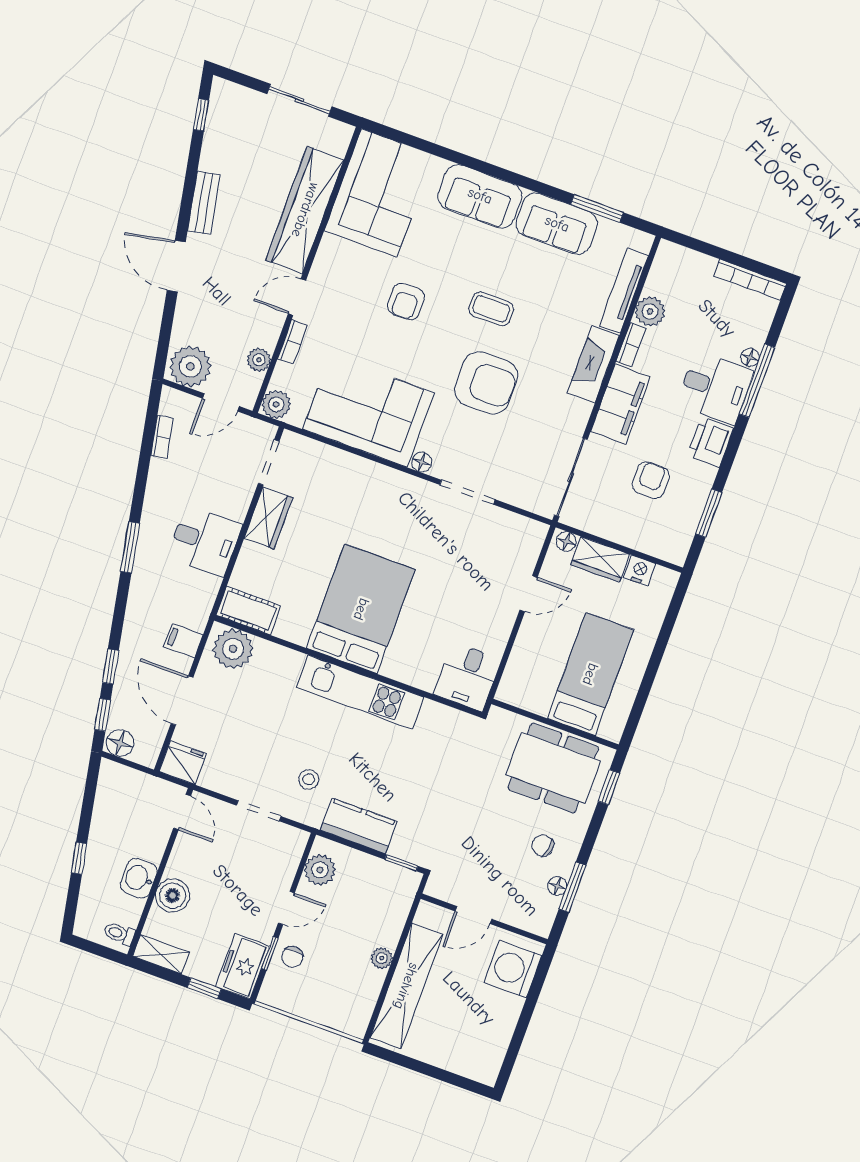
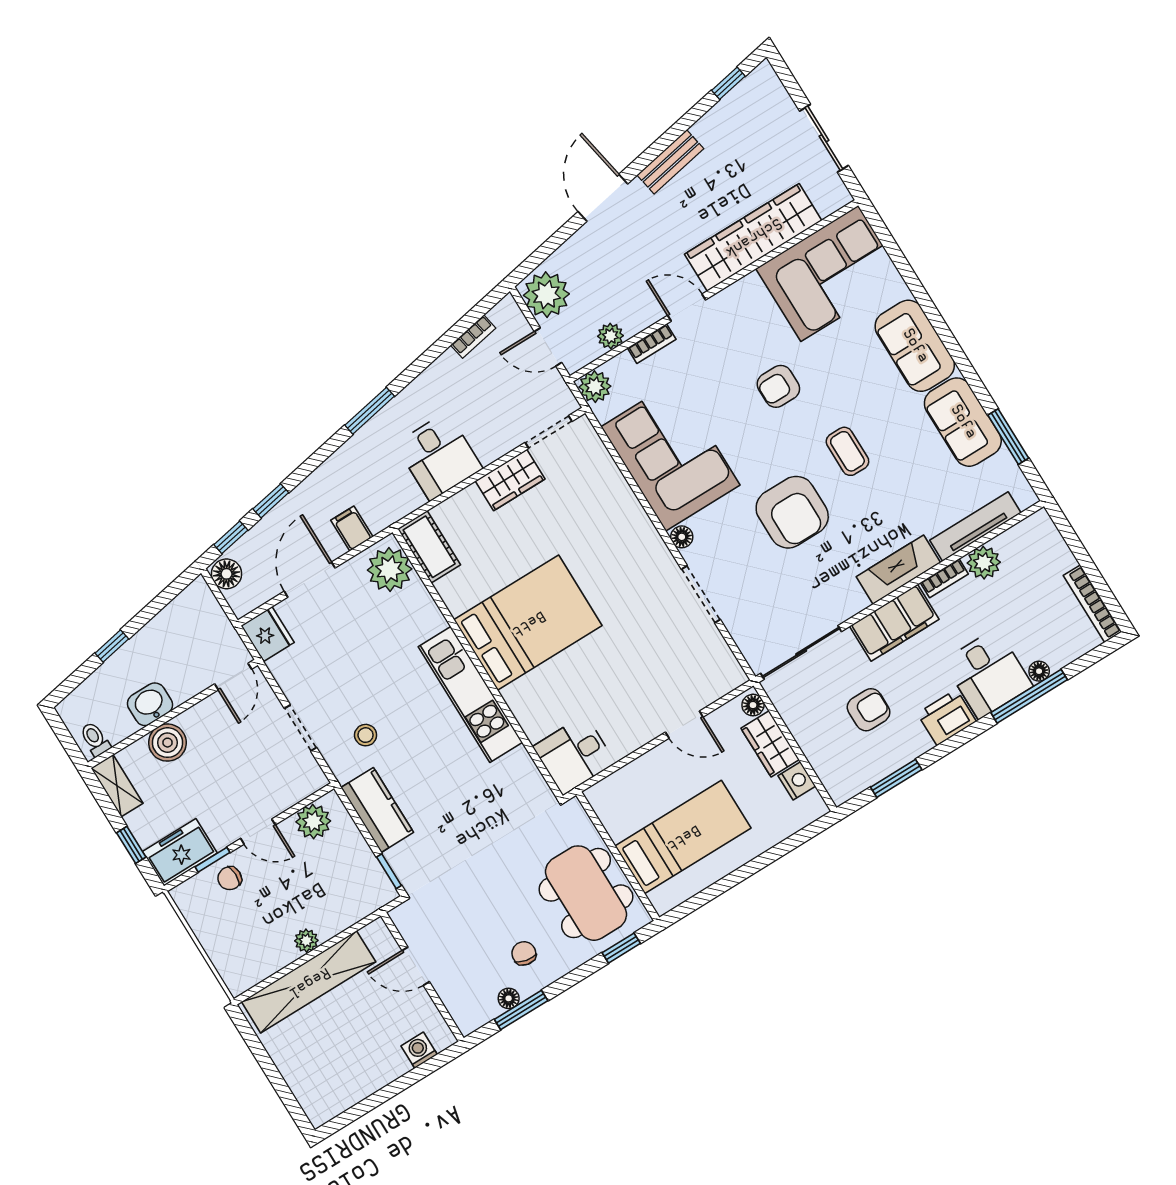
washing machine: (513, 969) -> (419, 1050), width x0.53, depth x0.53

